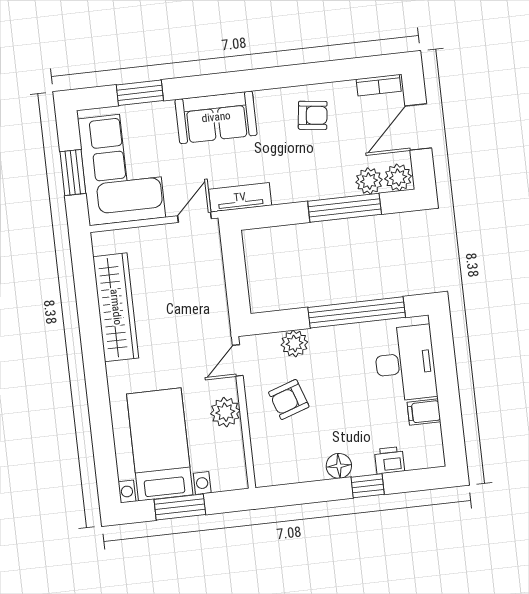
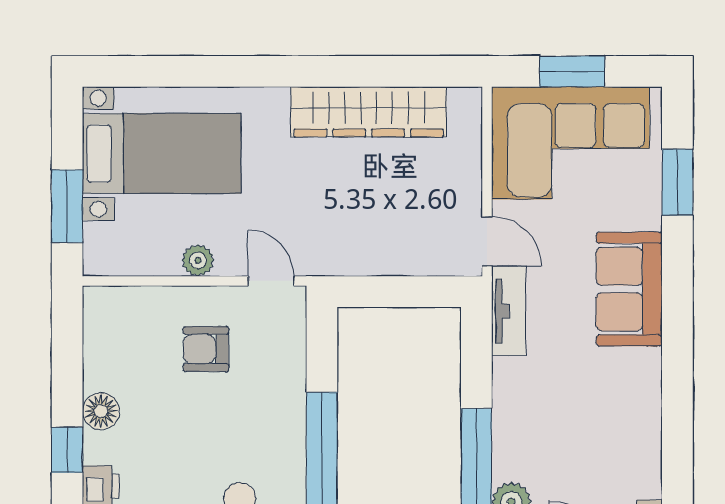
armchair: (313, 115) -> (616, 430), removed
plant: (294, 344) -> (287, 366), removed
armchair: (289, 399) -> (206, 349), turned -71
plant: (225, 412) -> (198, 260), width x0.73, depth x0.73
window: (180, 507) -> (67, 206), moved

